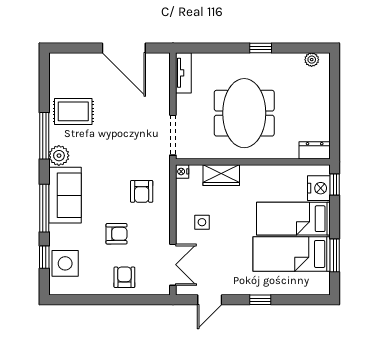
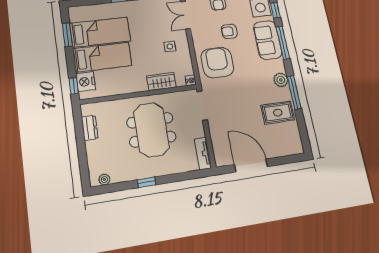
dresser: (315, 150) -> (90, 128), moved, turned -90
armchair: (142, 191) -> (217, 63), width x1.88, depth x1.88
sofa: (65, 195) -> (268, 40), moved

